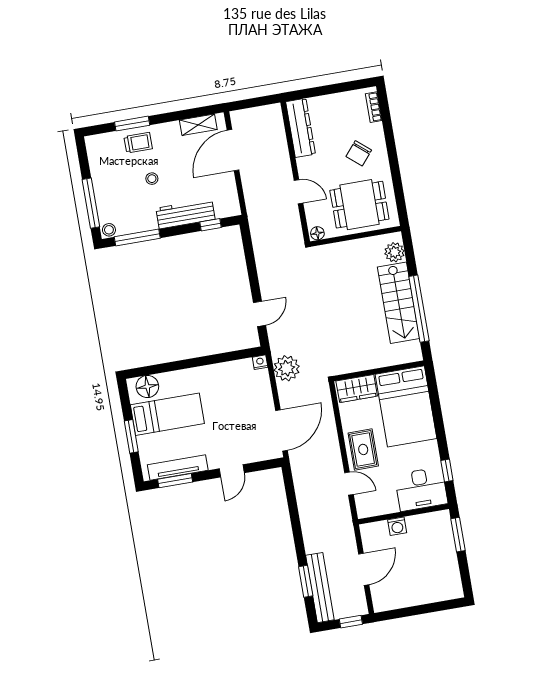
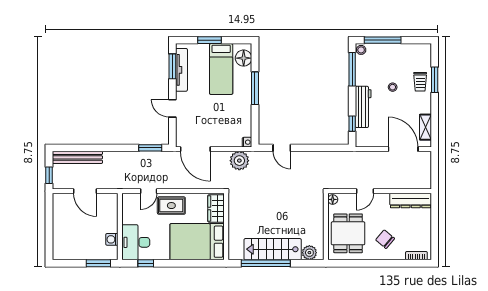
window: (185, 364) -> (255, 88), added
washing machine: (397, 526) -> (112, 239), moved
window: (306, 581) -> (150, 148), moved

